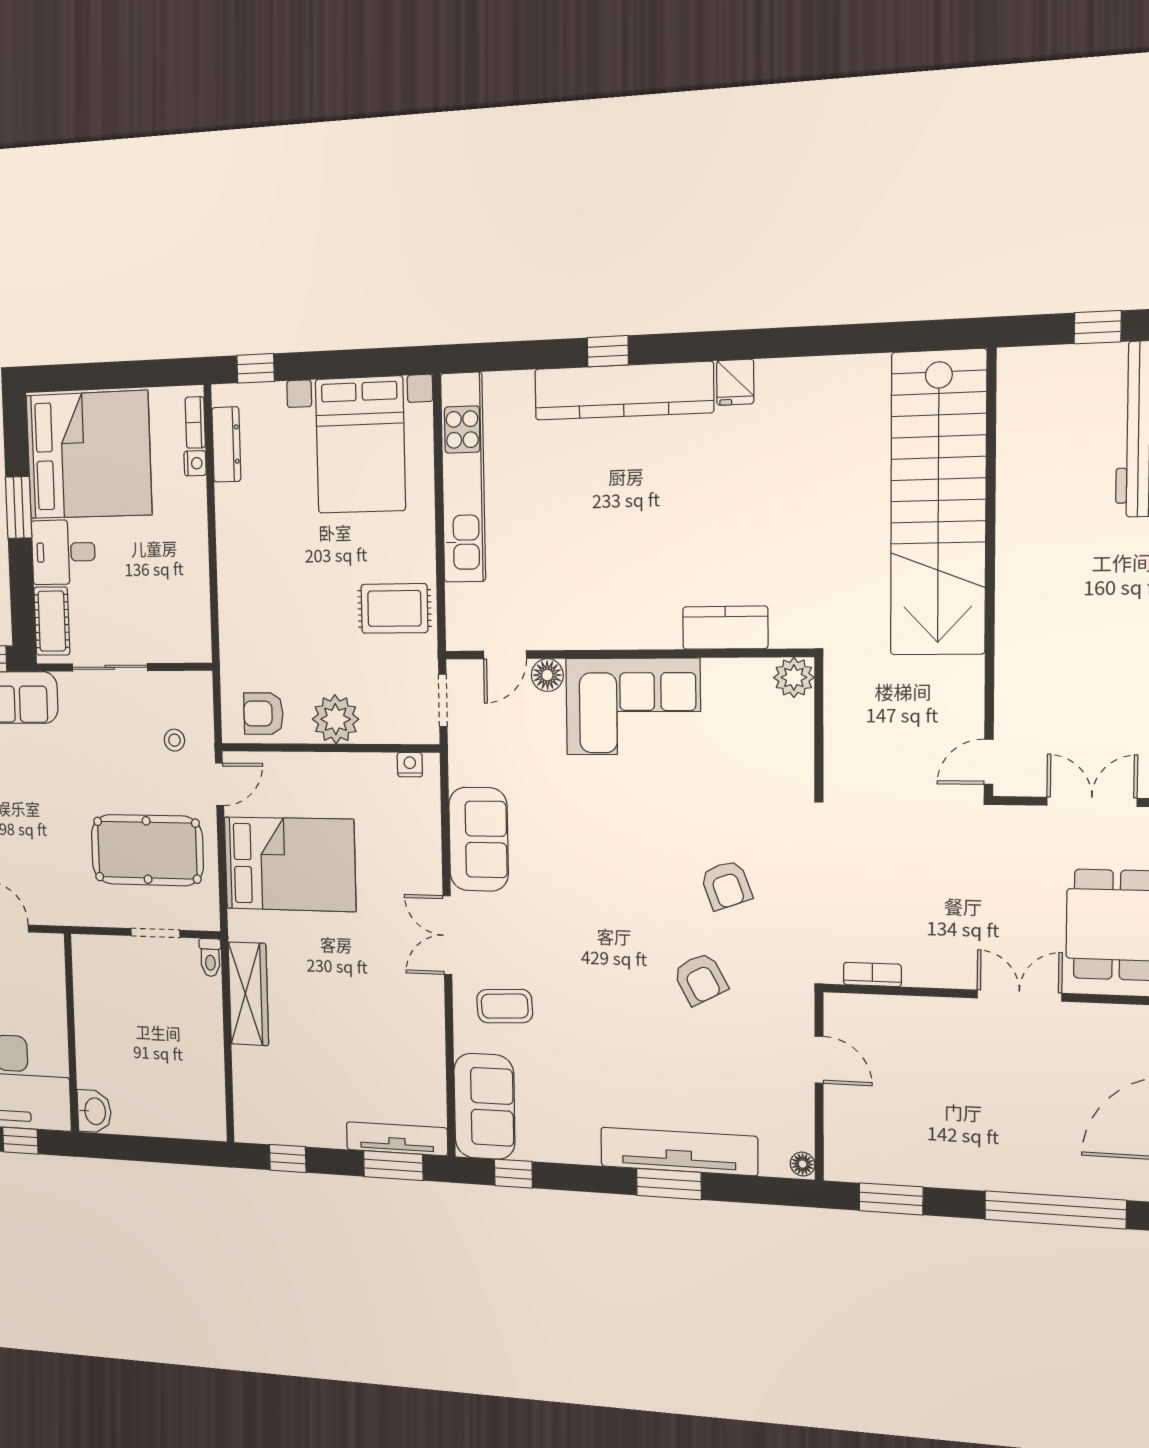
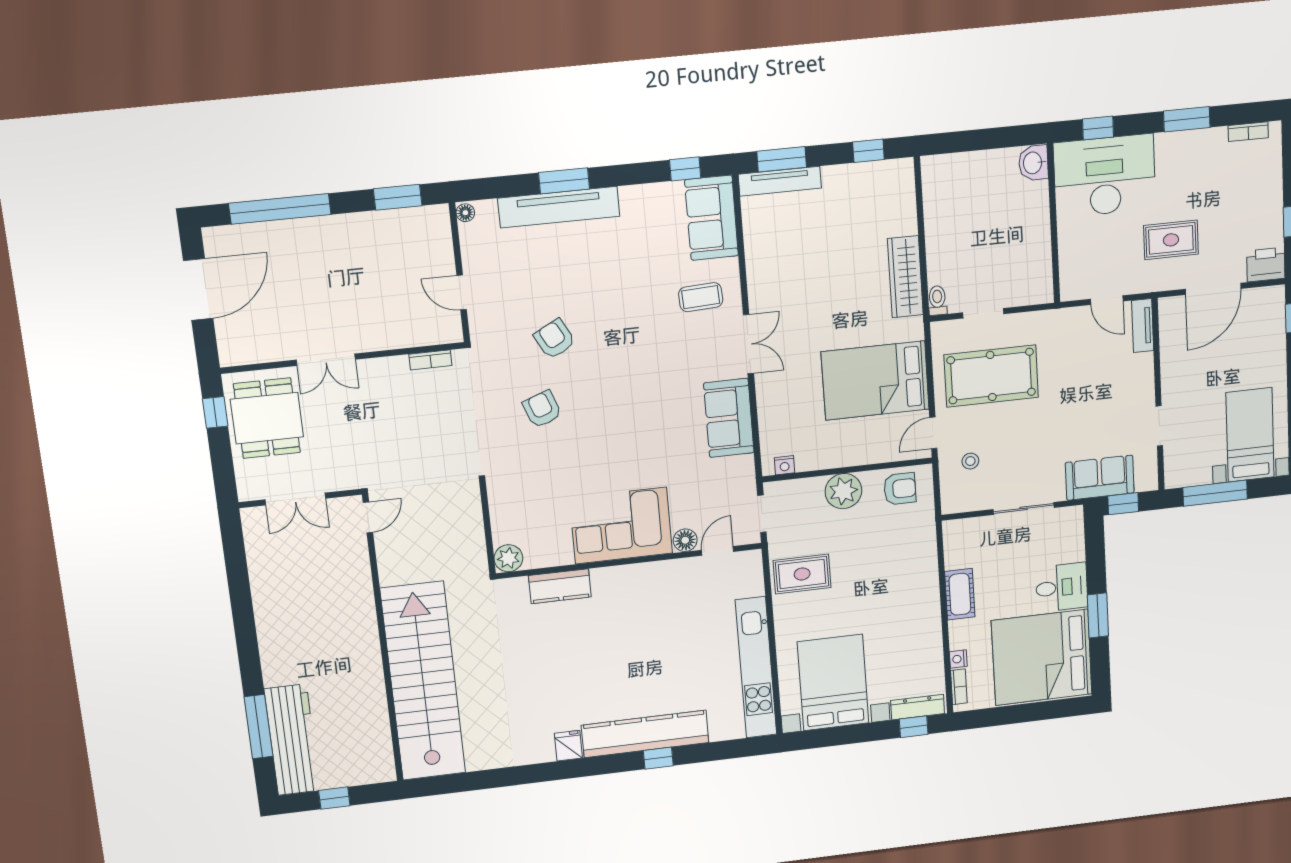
dresser: (226, 444) -> (918, 707), moved, turned 90
cot: (52, 621) -> (960, 594), moved

